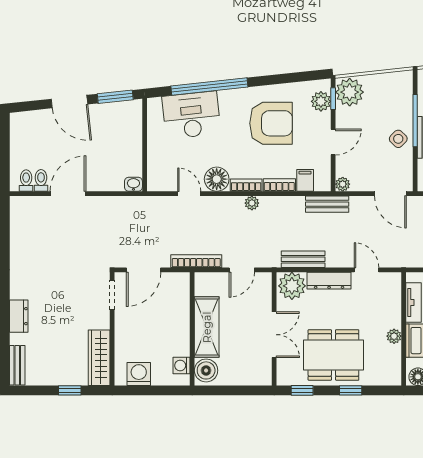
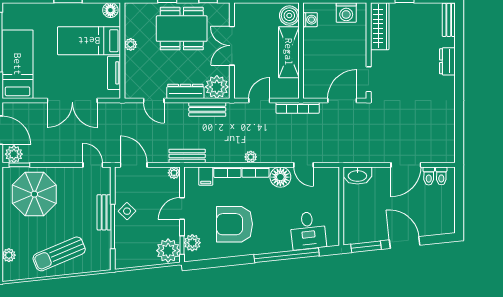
desk: (191, 115) -> (308, 230), width x0.73
washbasin: (133, 184) -> (357, 175), width x1.91, depth x1.45

